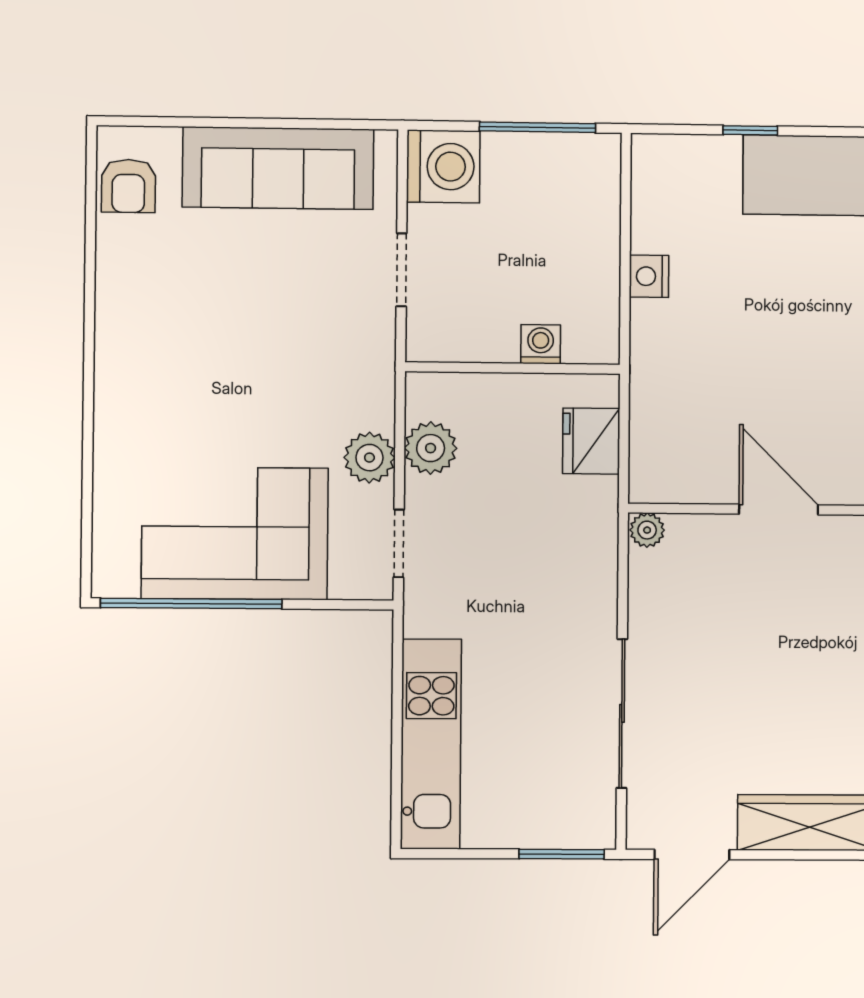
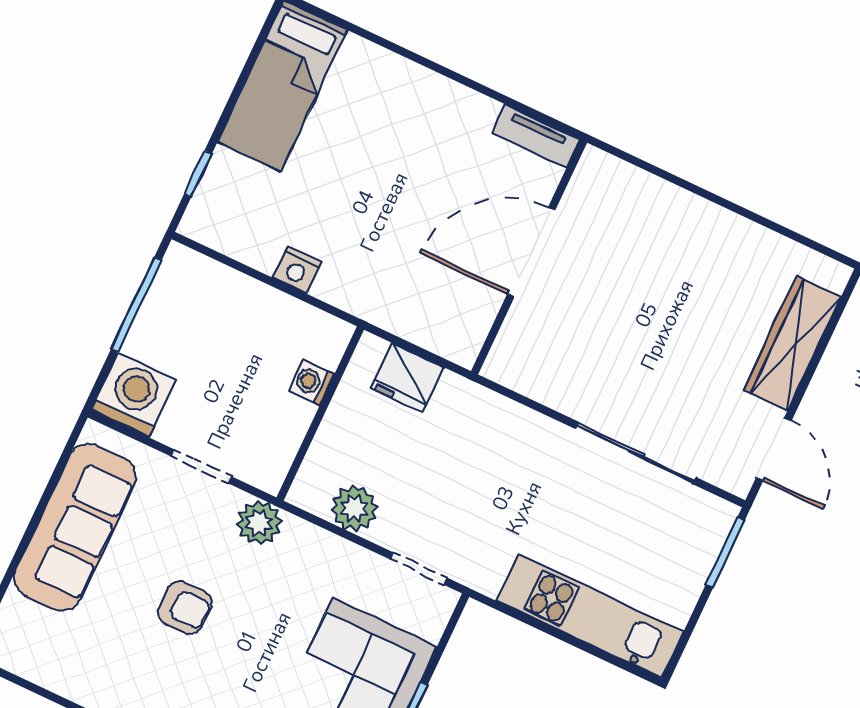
window: (750, 130) -> (198, 174), moved
armchair: (128, 186) -> (185, 608), moved
plant: (369, 458) -> (259, 523), moved
door: (779, 509) -> (531, 252), width x1.36
plant: (647, 530) -> (499, 366), removed

